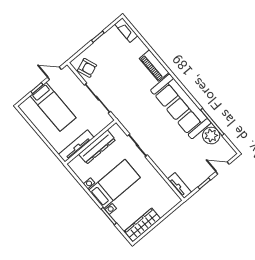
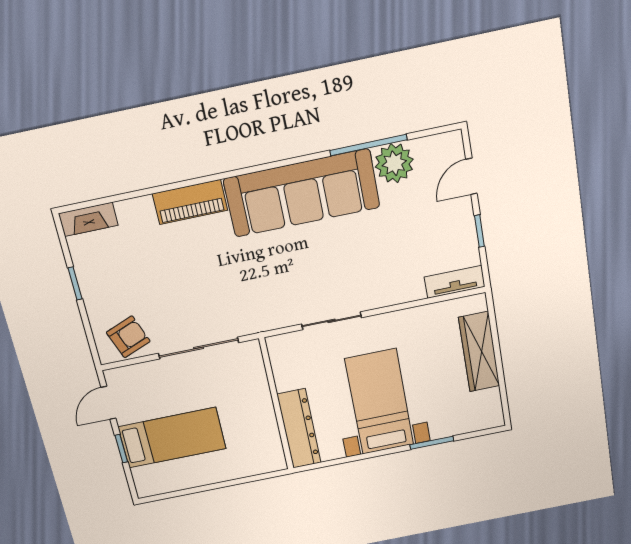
tv unit: (76, 146) -> (269, 434), removed
dresser: (97, 147) -> (299, 429), moved
wardrobe: (142, 225) -> (479, 352), moved

